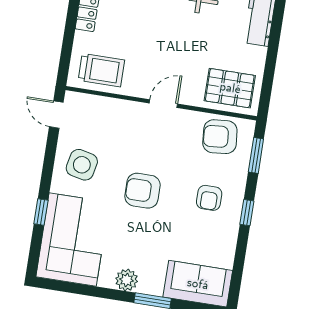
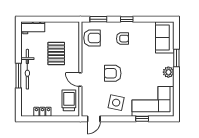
pallet: (230, 88) -> (56, 54), moved
door: (163, 104) -> (80, 80), moved
armchair: (220, 137) -> (92, 38), turned -85
armchair: (142, 191) -> (113, 73), moved, turned 90

